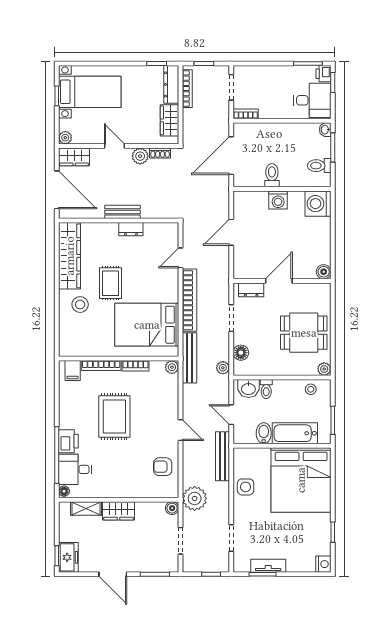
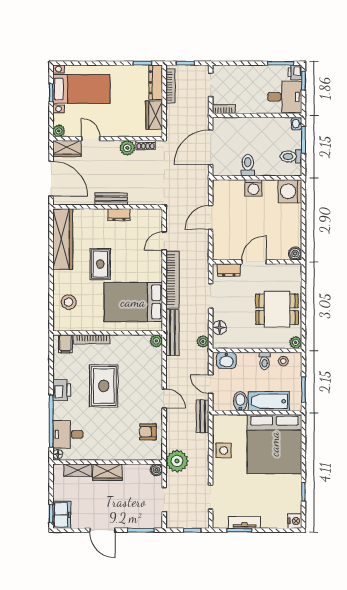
door: (114, 146) -> (91, 139), moved
stool: (80, 305) -> (69, 302), moved
bookcase: (136, 366) -> (123, 340), removed
toilet: (266, 389) -> (265, 361), moved
printer: (68, 441) -> (62, 390), moved
bench: (222, 456) -> (203, 416), width x0.73

